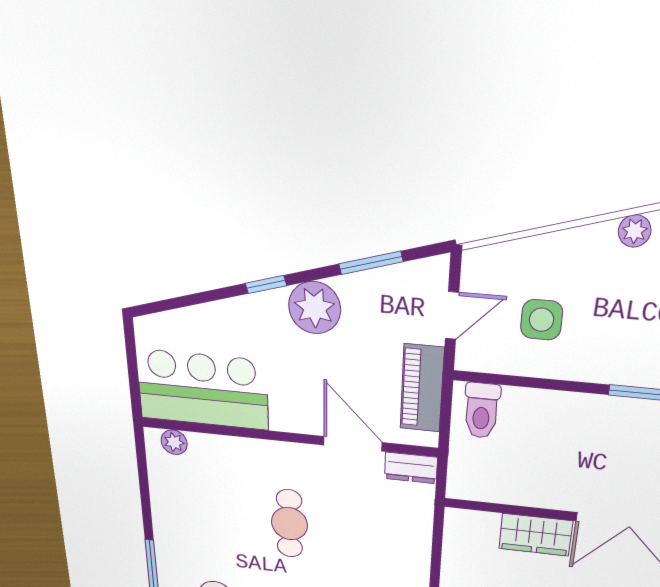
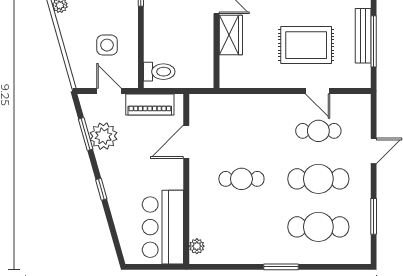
plant: (315, 308) -> (103, 136), moved
dresser: (411, 468) -> (197, 108), removed

